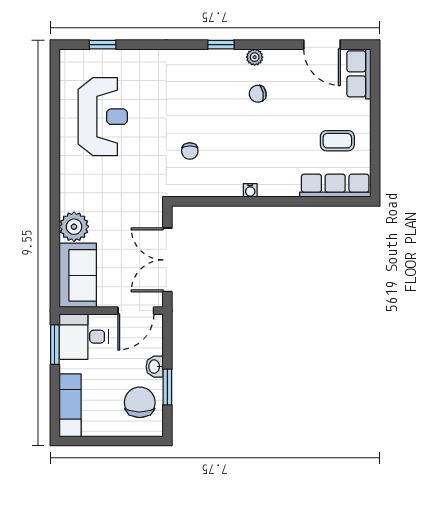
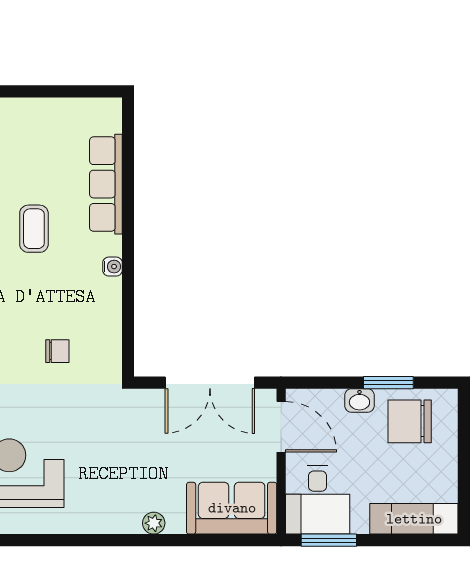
coffee table: (337, 141) -> (34, 229), moved
row of seats: (335, 186) -> (106, 184), moved
plant: (74, 227) -> (154, 523), width x0.53, depth x0.53

